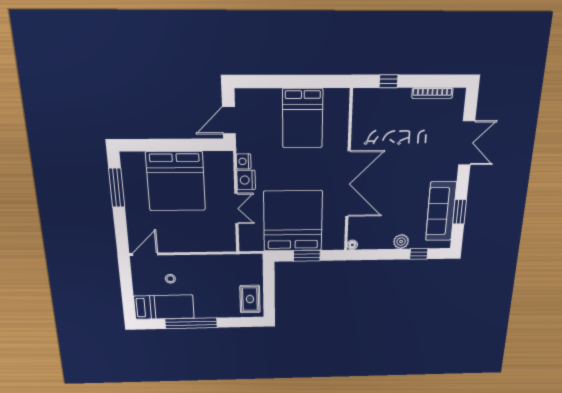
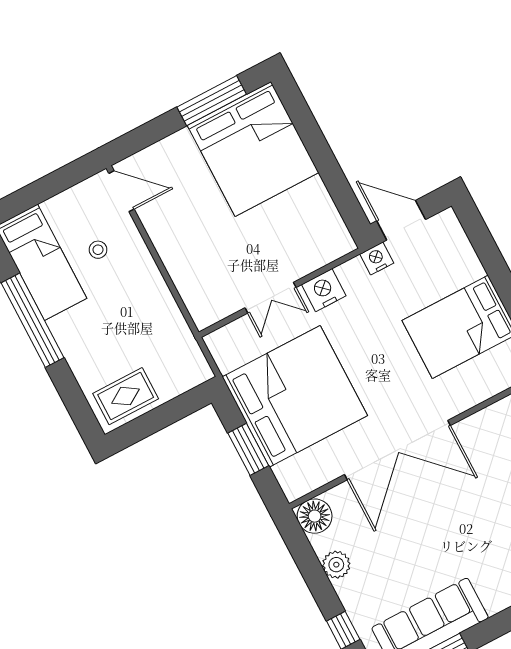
nightstand: (244, 161) -> (377, 258), moved
bed: (176, 181) -> (253, 149), moved, turned -90
plant: (401, 242) -> (336, 565), moved
floor lamp: (352, 245) -> (315, 516), width x1.89, depth x1.89

